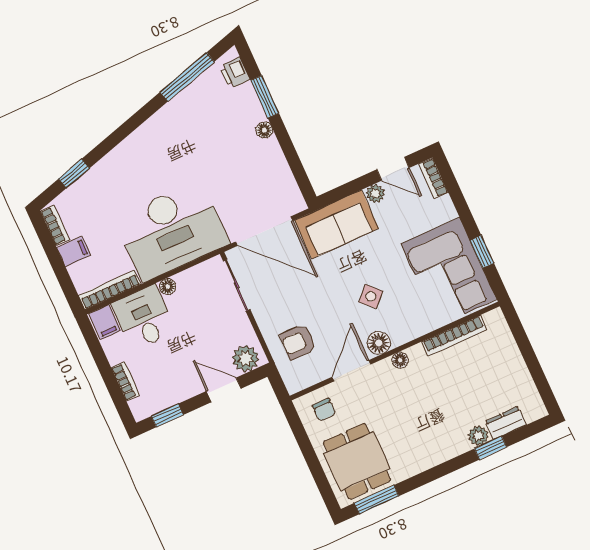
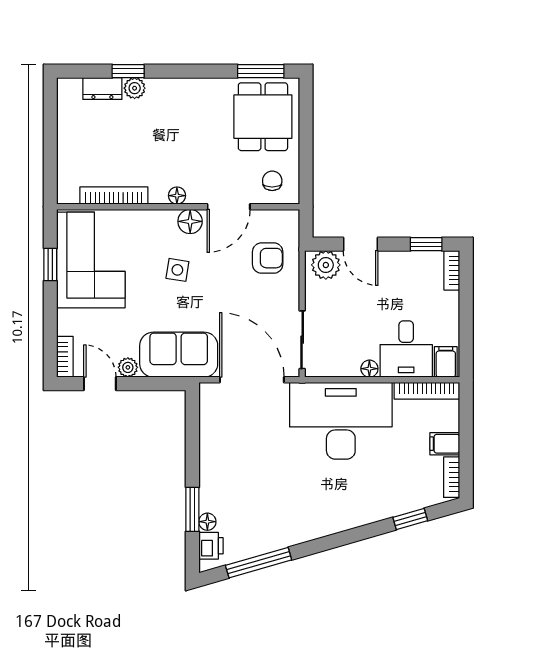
floor lamp: (264, 130) -> (207, 522), moved
side table: (371, 297) -> (177, 270), turned -35
bookcase: (125, 381) -> (452, 270), moved

